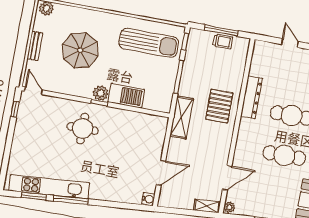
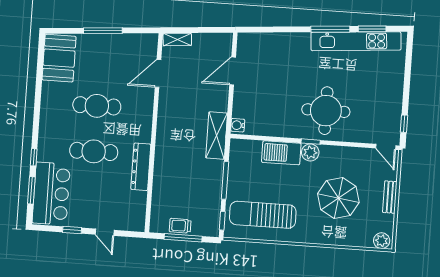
pallet: (219, 106) -> (176, 153), removed
round table: (83, 129) -> (326, 111), width x1.36, depth x1.36
water cooler: (148, 199) -> (238, 125), moved
plant: (229, 207) -> (152, 41), removed

